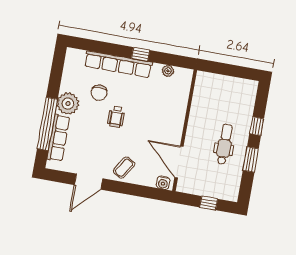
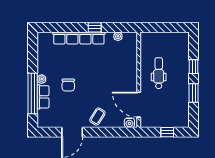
chair: (99, 93) -> (68, 85), moved
plant: (68, 104) -> (42, 79), width x0.53, depth x0.53
wheelchair: (116, 117) -> (84, 79), removed
row of seats: (58, 138) -> (43, 97), width x0.68
dental chair: (224, 144) -> (159, 73), moved

